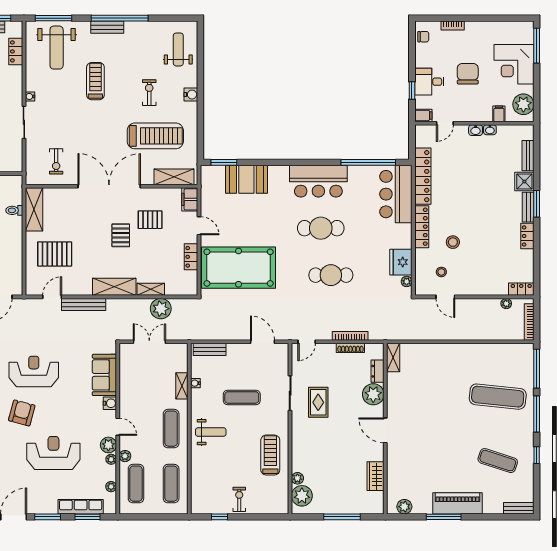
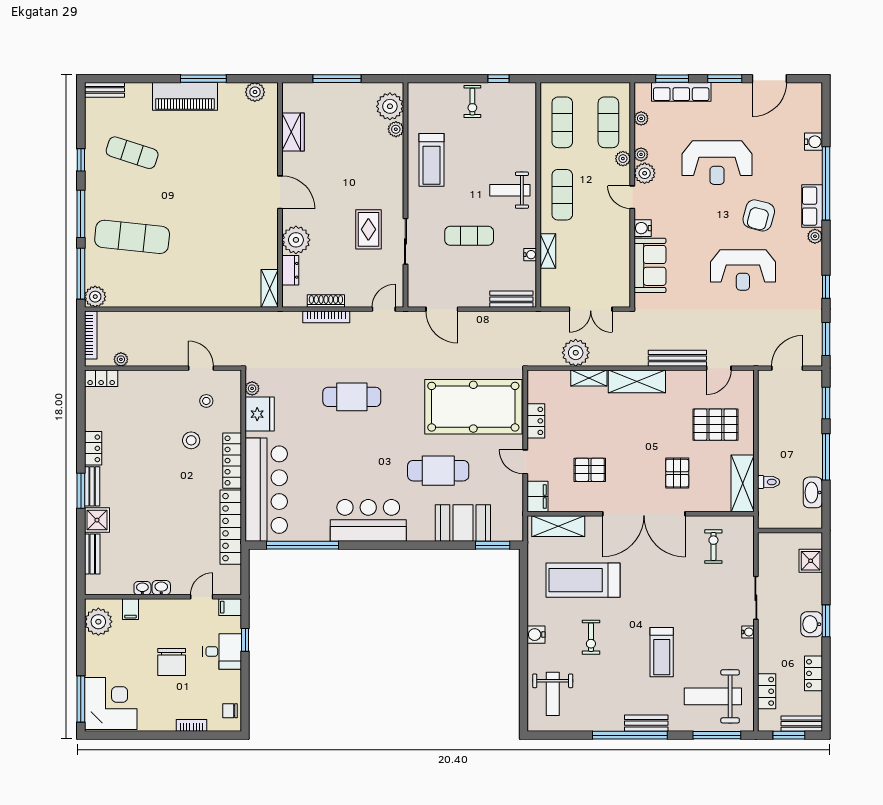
weight bench: (57, 48) -> (713, 696), turned -90
corner desk: (514, 64) -> (111, 703), moved
bar counter: (396, 194) -> (266, 490), width x1.36
cafe table: (321, 228) -> (438, 471), moved
pallet: (121, 235) -> (677, 473), moved
plant: (526, 351) -> (95, 297), added

